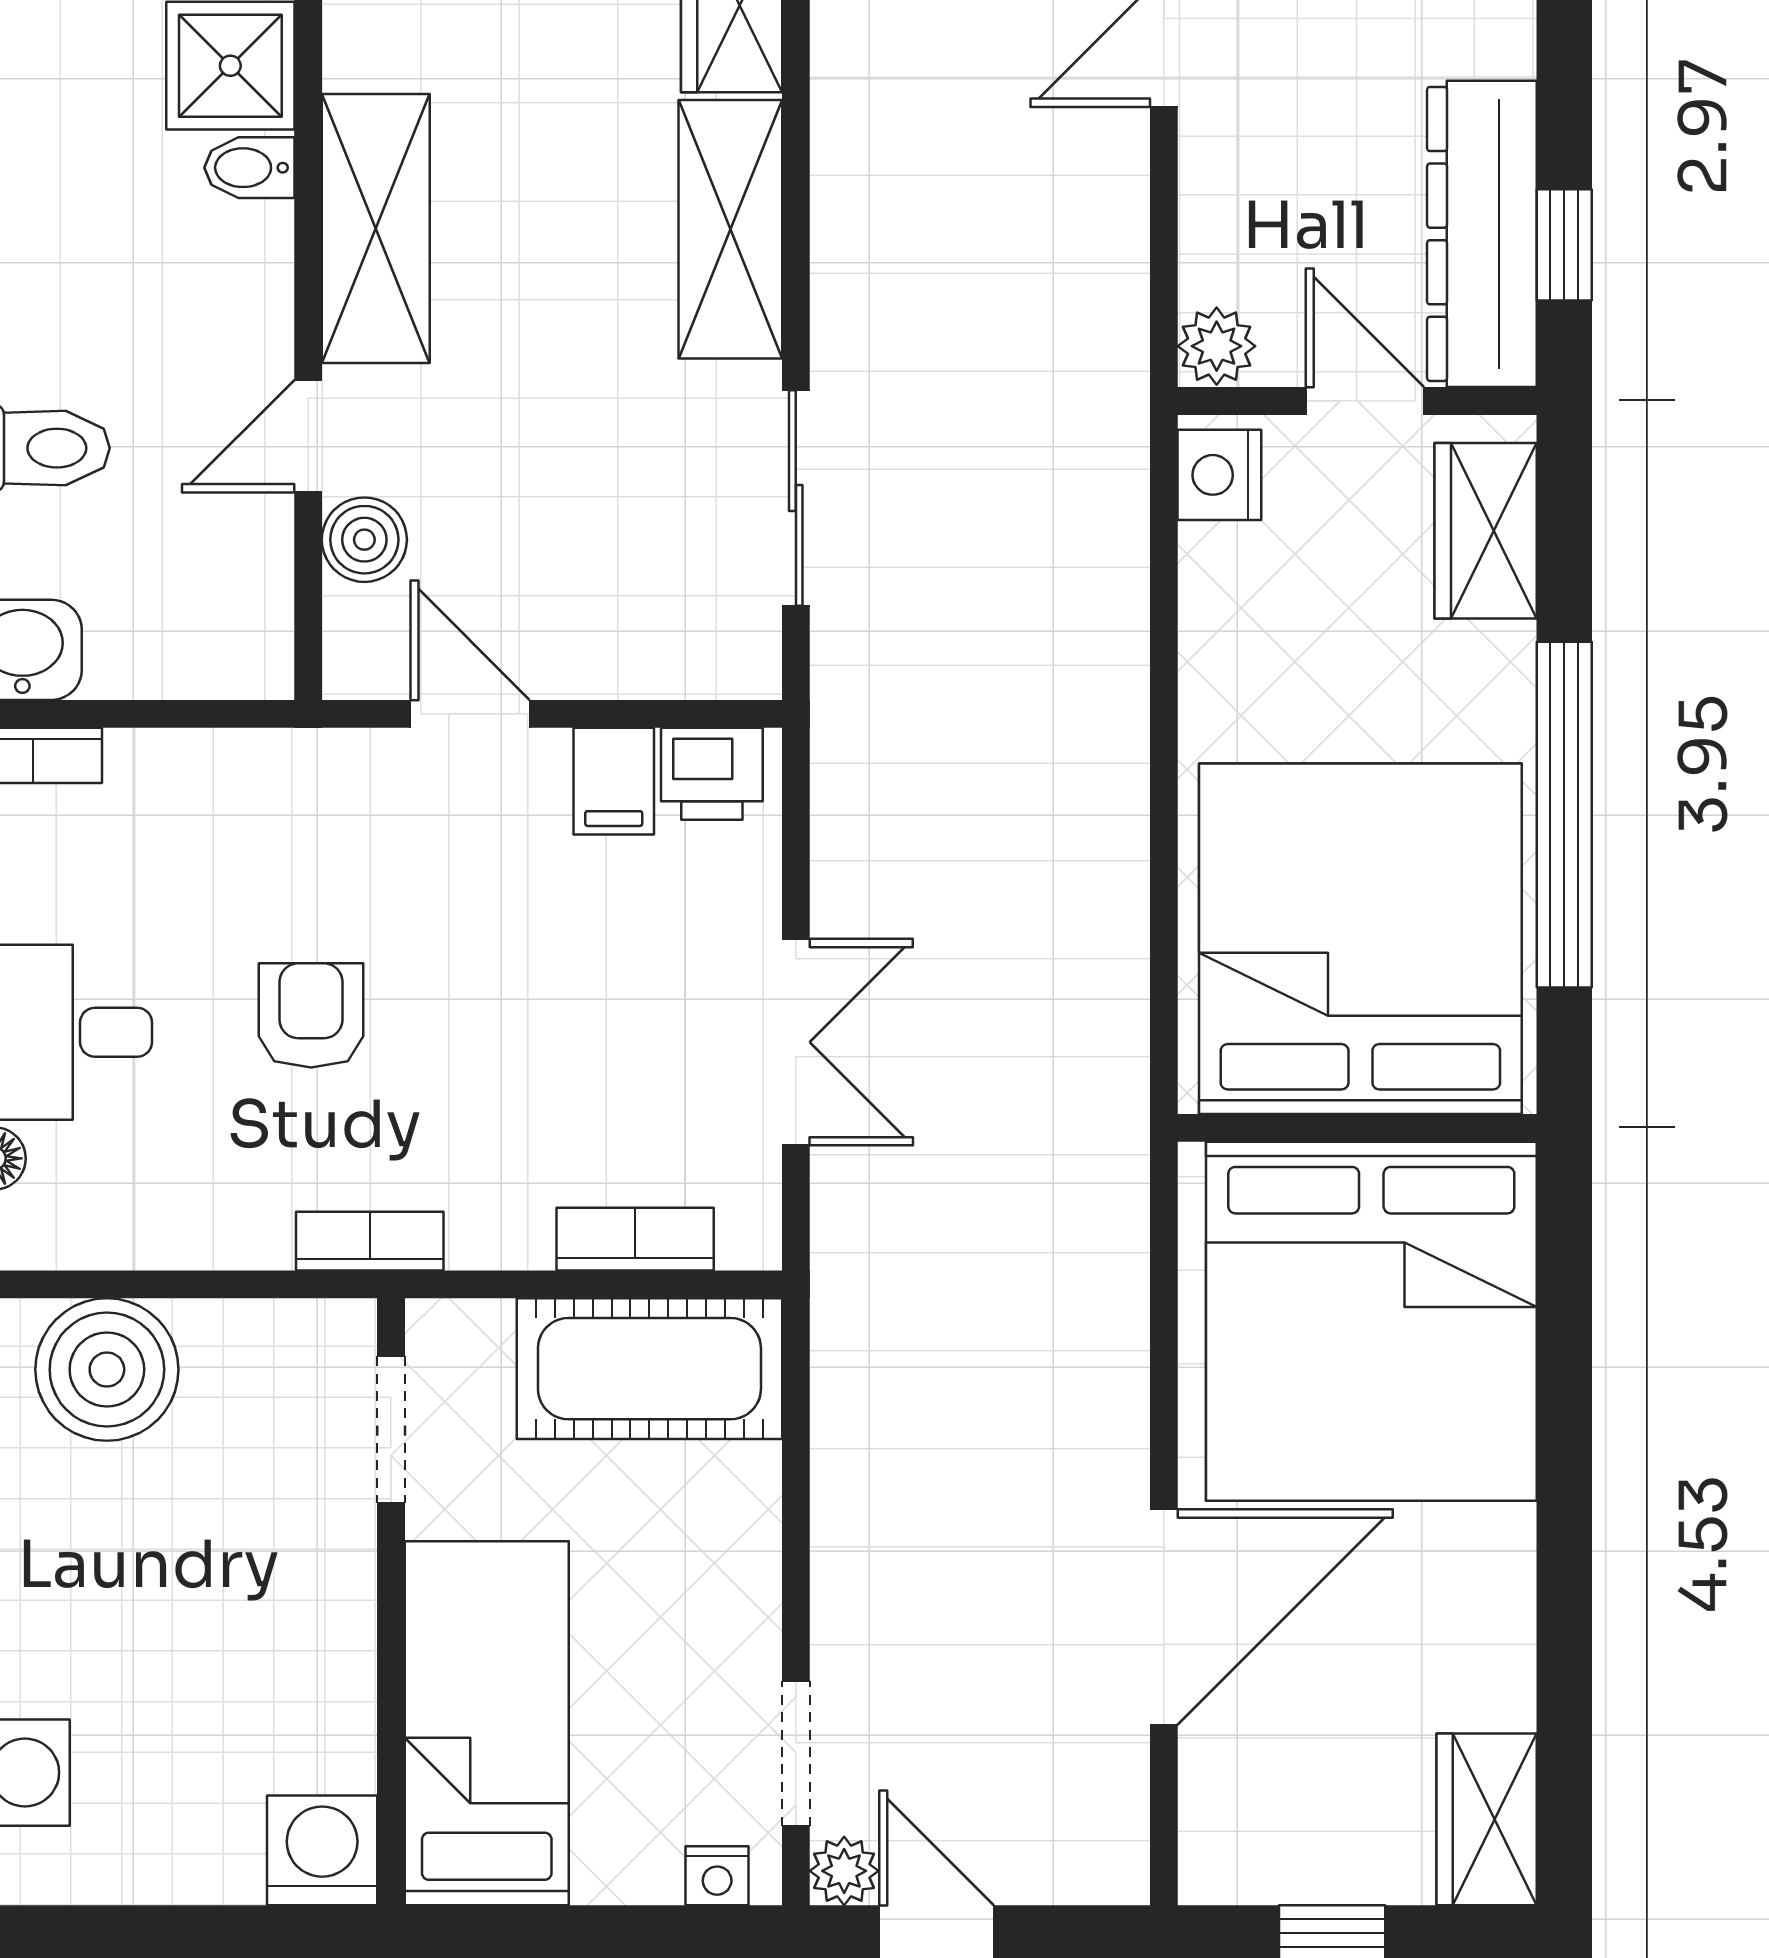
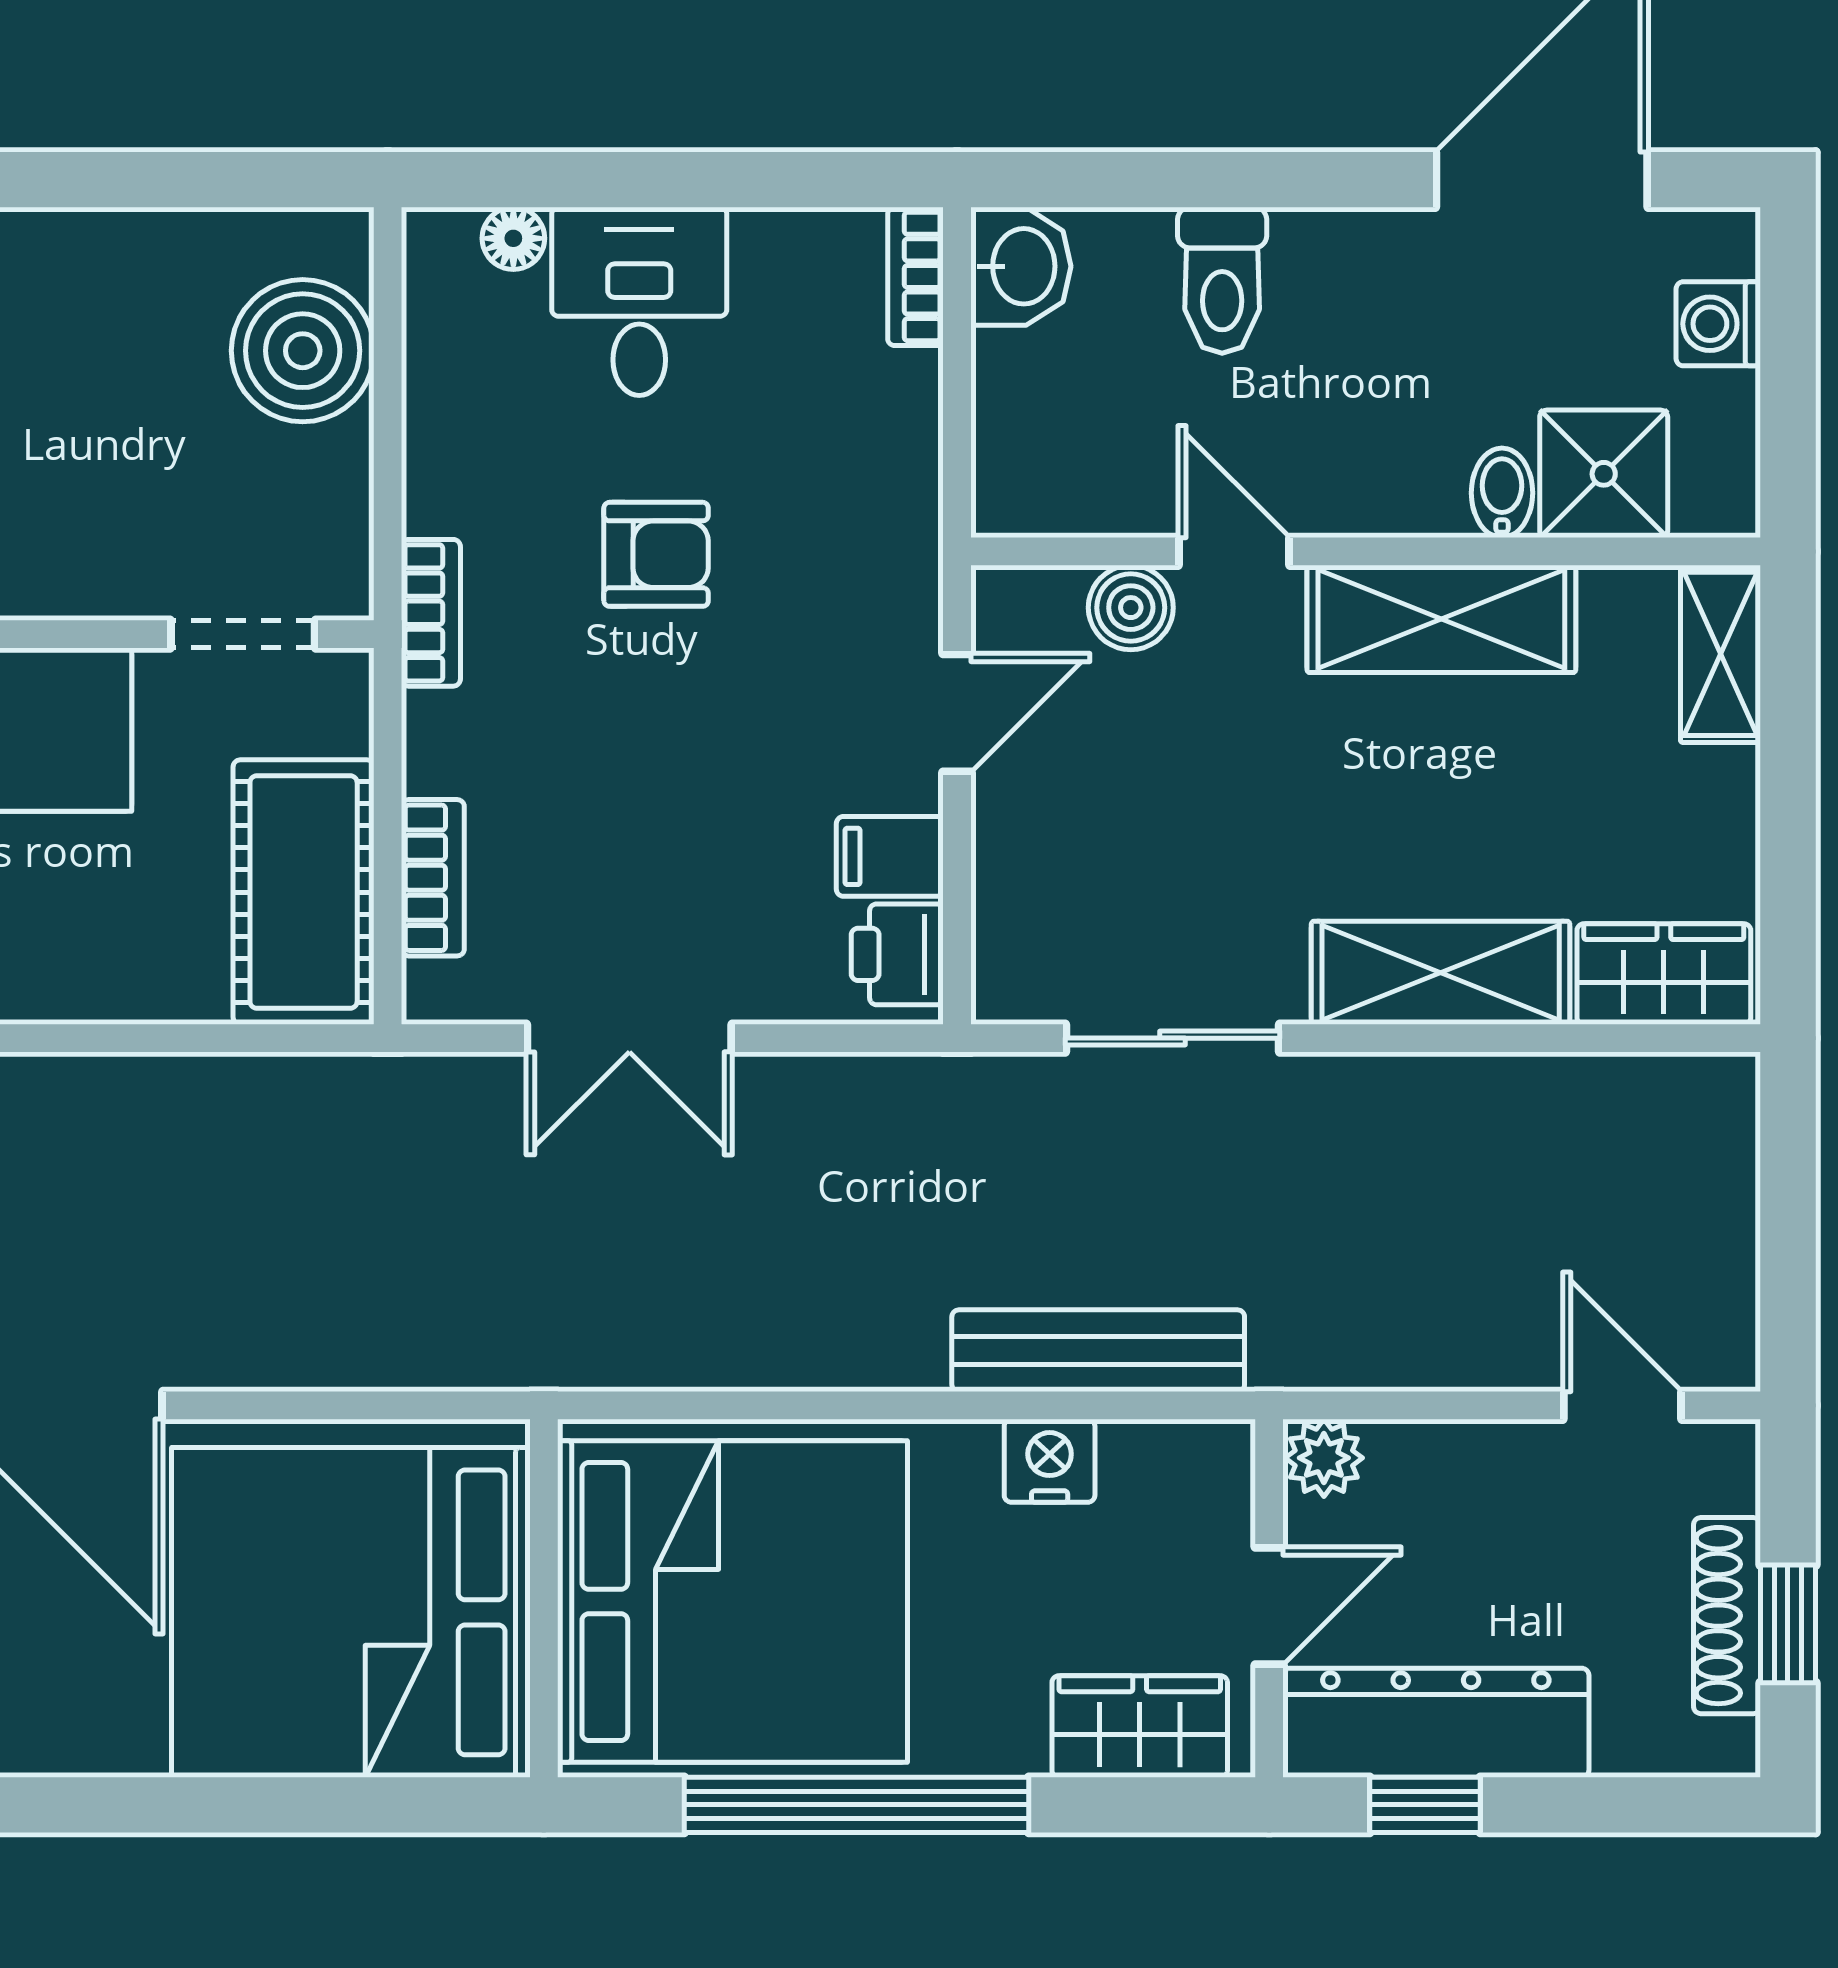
nightstand: (1219, 475) -> (1050, 1461), moved
bench: (1109, 572) -> (1098, 1351), added

